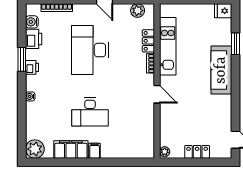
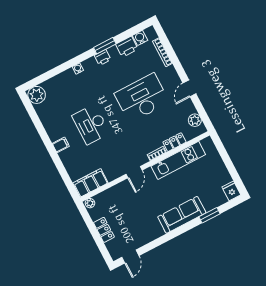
filing cabinet: (71, 149) -> (90, 183), moved, turned -90

